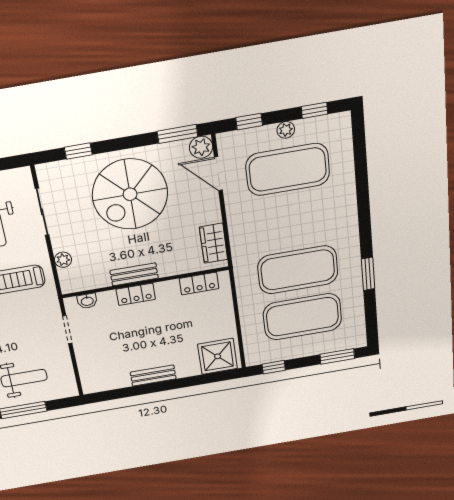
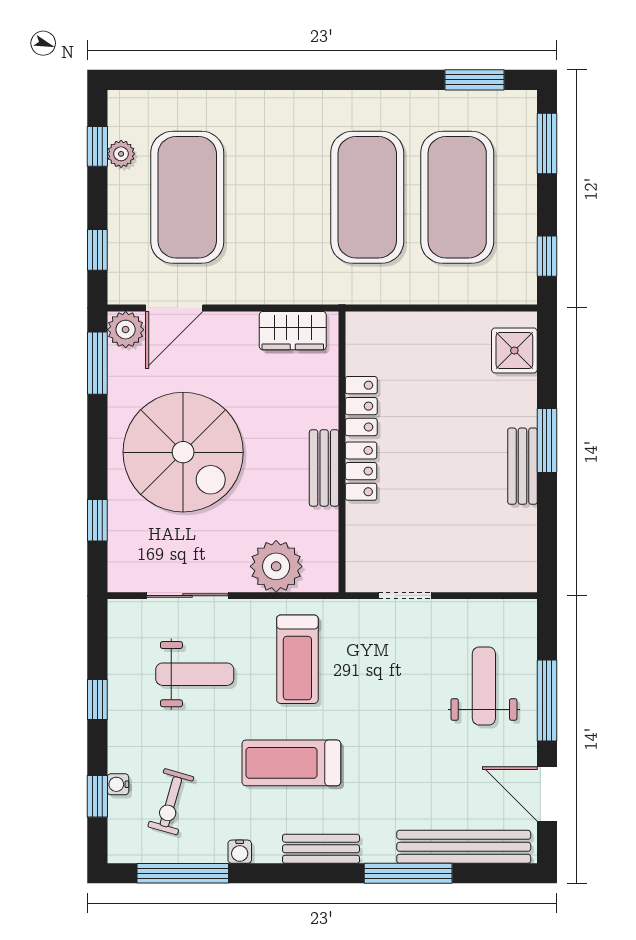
plant: (286, 130) -> (121, 154), moved
plant: (63, 260) -> (276, 566), width x1.88, depth x1.88
window: (368, 274) -> (474, 80), moved
locker: (199, 284) -> (361, 406), moved
washbasin: (87, 301) -> (358, 553), removed
shower: (218, 356) -> (514, 350), width x0.73, depth x0.73
window: (170, 385) -> (547, 440), added

